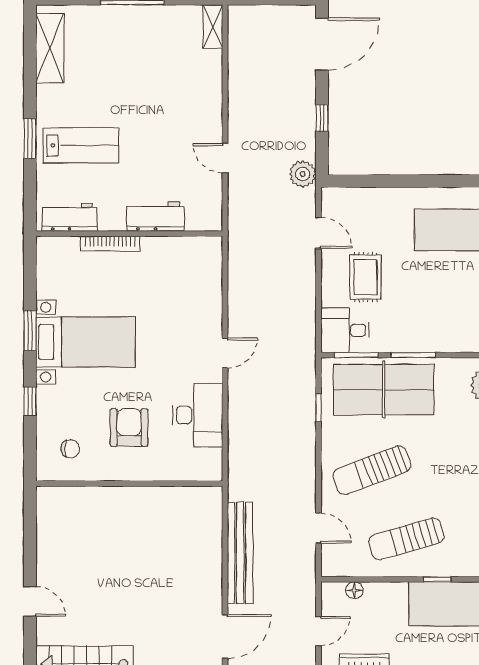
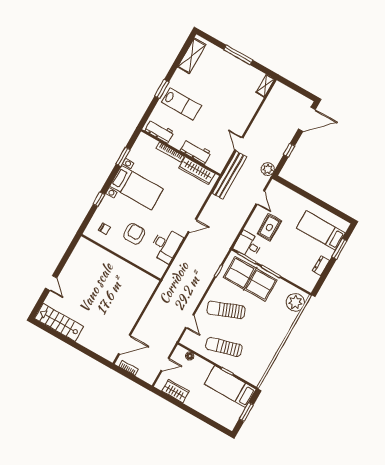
wardrobe: (177, 250) -> (197, 171), added
window: (30, 331) -> (123, 157), moved
bench: (240, 553) -> (229, 175), moved

